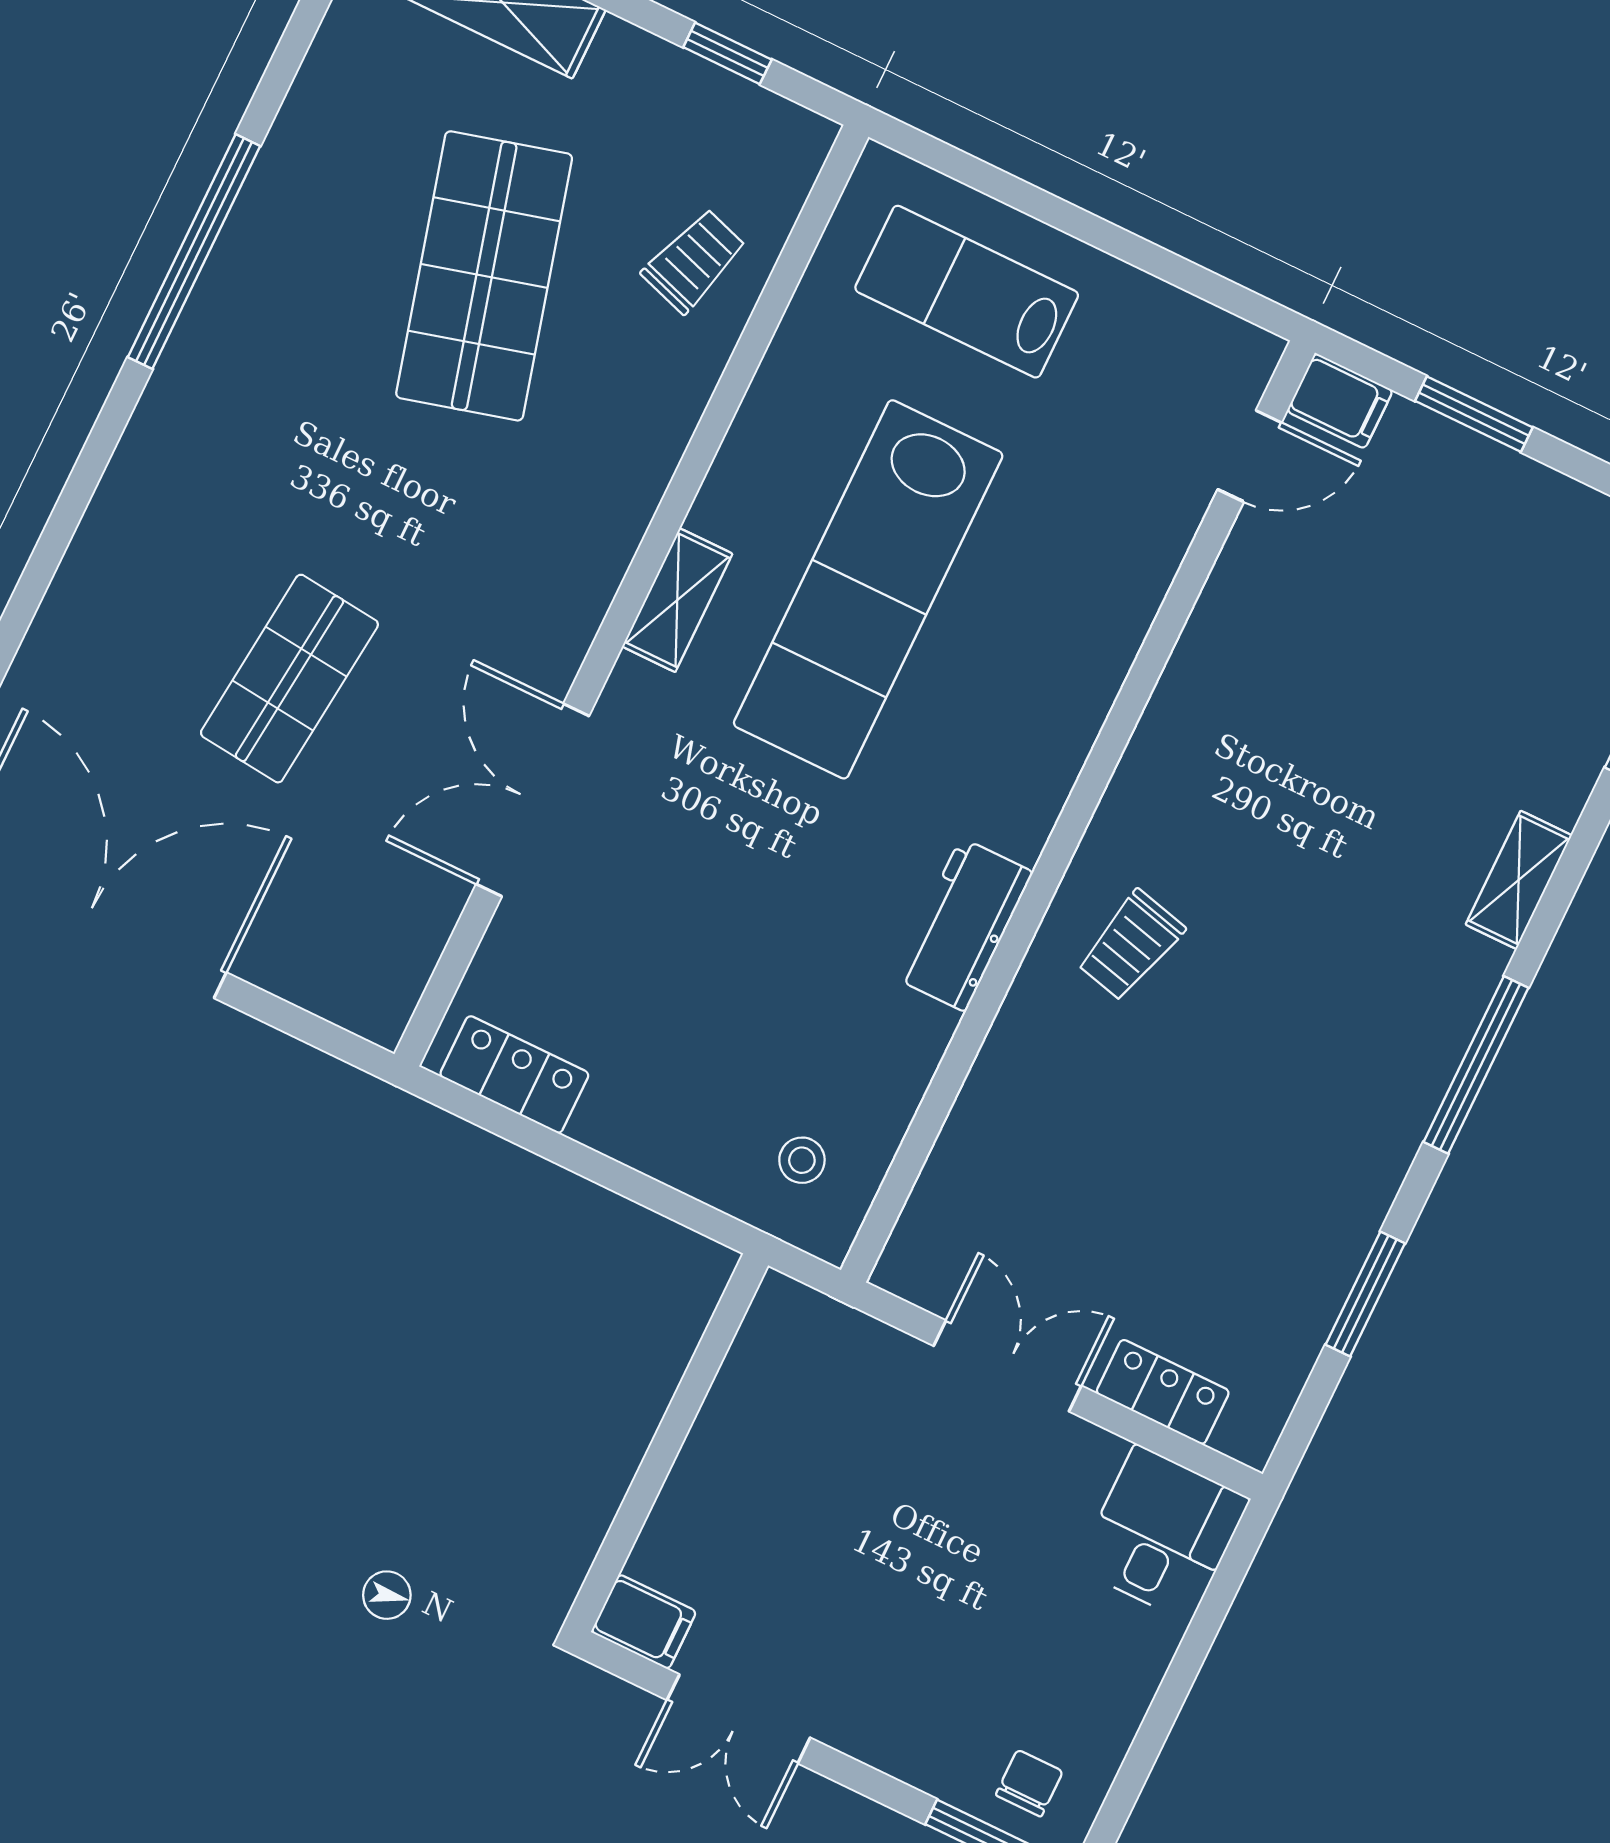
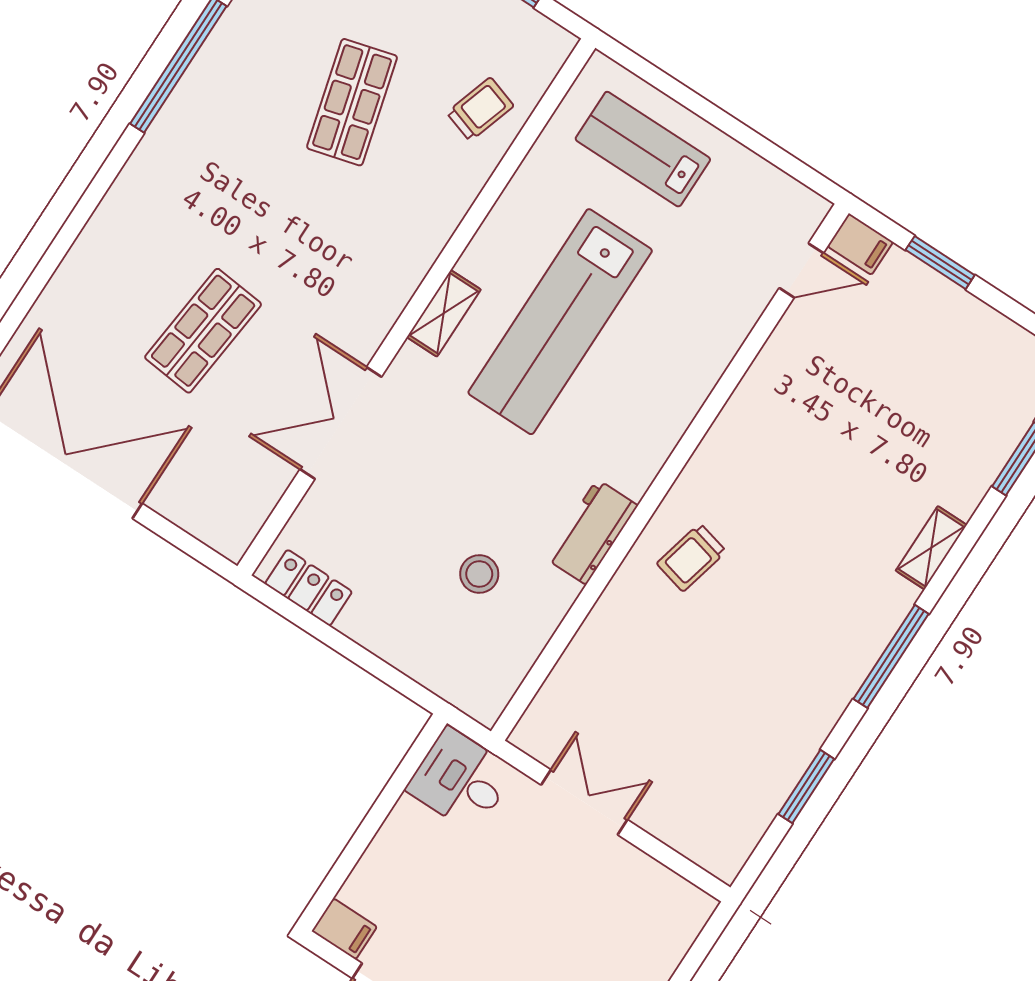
shop shelf: (484, 276) -> (352, 102), width x0.70, depth x0.74
stool: (802, 1160) -> (479, 574), moved, width x1.37, depth x1.37
locker: (1163, 1392) -> (676, 830), removed
desk: (1163, 1533) -> (461, 780), moved, turned -90

